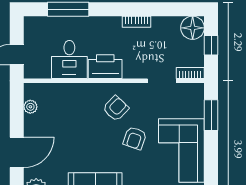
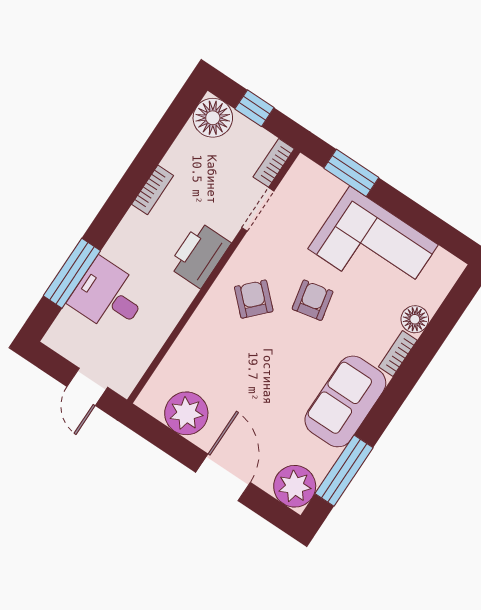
desk: (69, 60) -> (109, 296), moved, turned 180
printer: (105, 67) -> (199, 255), moved
plant: (30, 107) -> (186, 413), width x1.87, depth x1.87
armchair: (135, 138) -> (313, 300), turned -121

